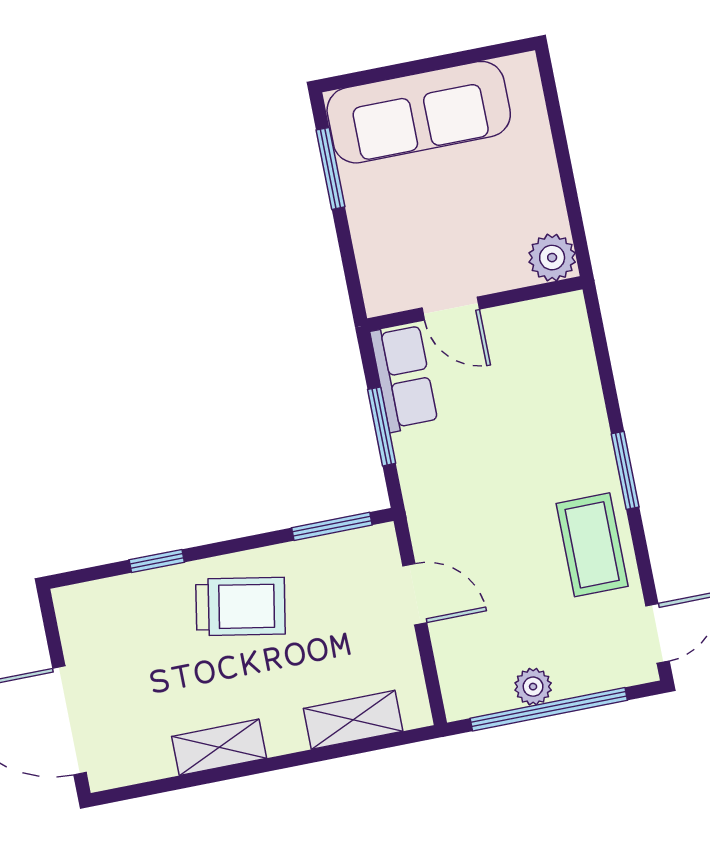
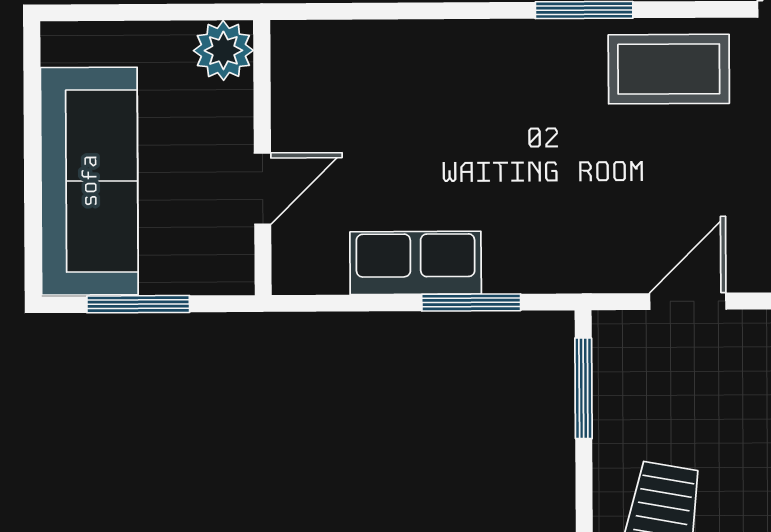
plant: (552, 258) -> (223, 50), moved
wall: (475, 304) -> (262, 158), moved
door: (451, 309) -> (263, 189), moved

